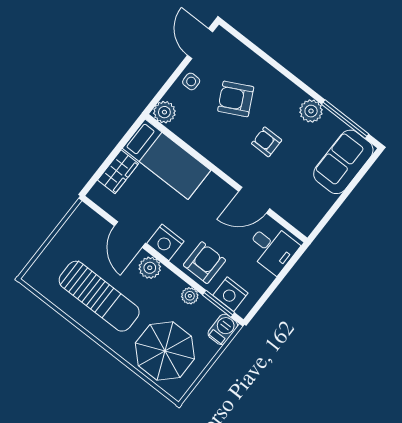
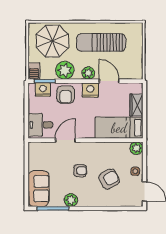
plant: (190, 296) -> (65, 70), width x1.88, depth x1.88

